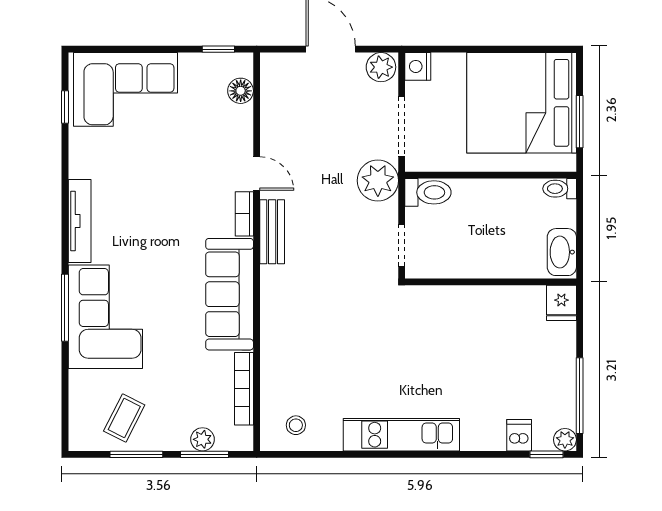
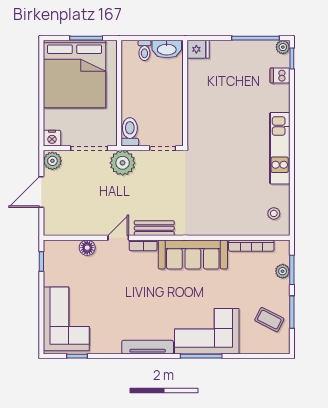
floor lamp: (241, 91) -> (87, 248), moved
toilet: (560, 189) -> (144, 50), moved

